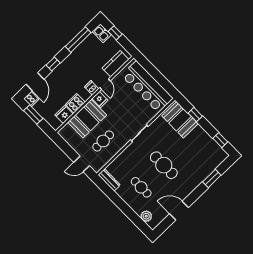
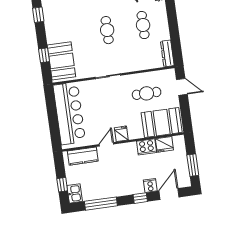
dishwasher: (92, 88) -> (121, 150), removed
cooker: (31, 99) -> (150, 185), moved
booth: (87, 119) -> (162, 123), moved
cafe table: (164, 165) -> (107, 30), width x0.73, depth x0.74

